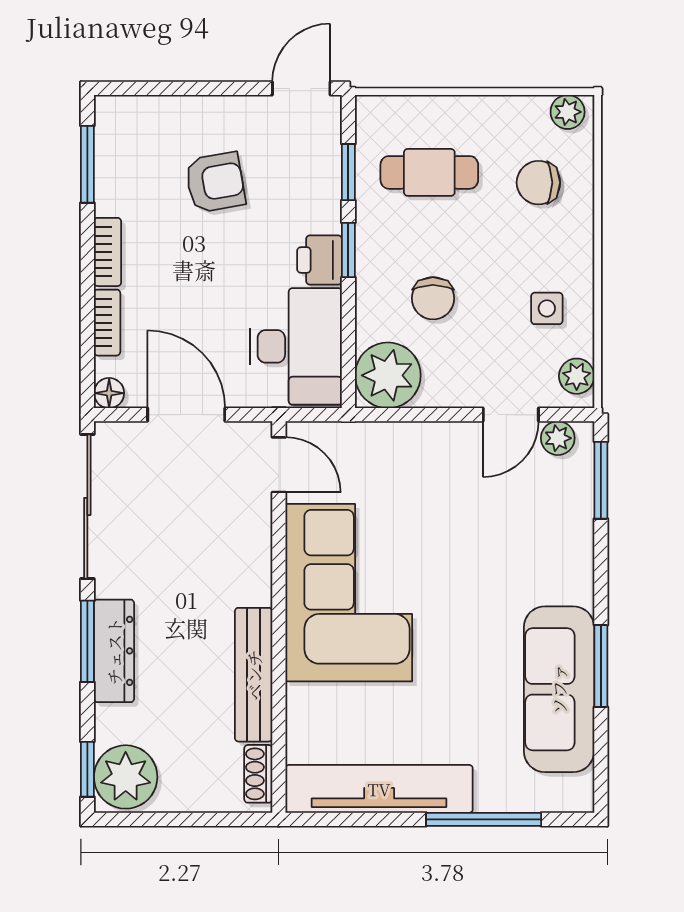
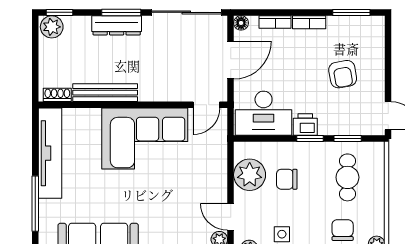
plant: (388, 375) -> (250, 175), moved
plant: (126, 777) -> (52, 27), width x0.73, depth x0.73

